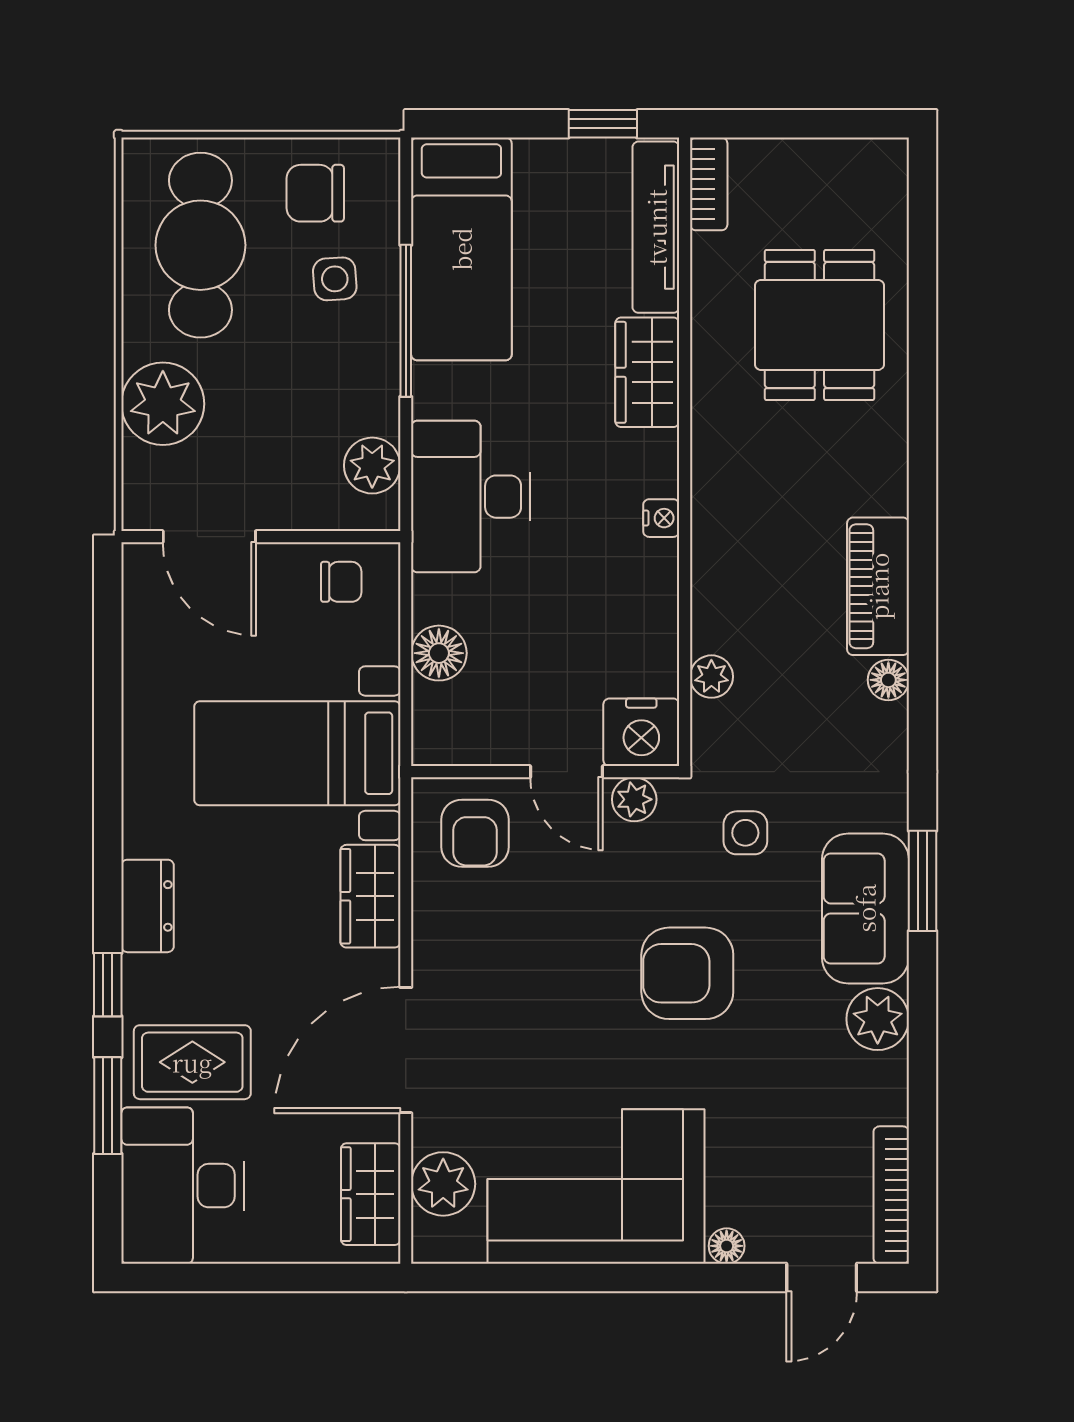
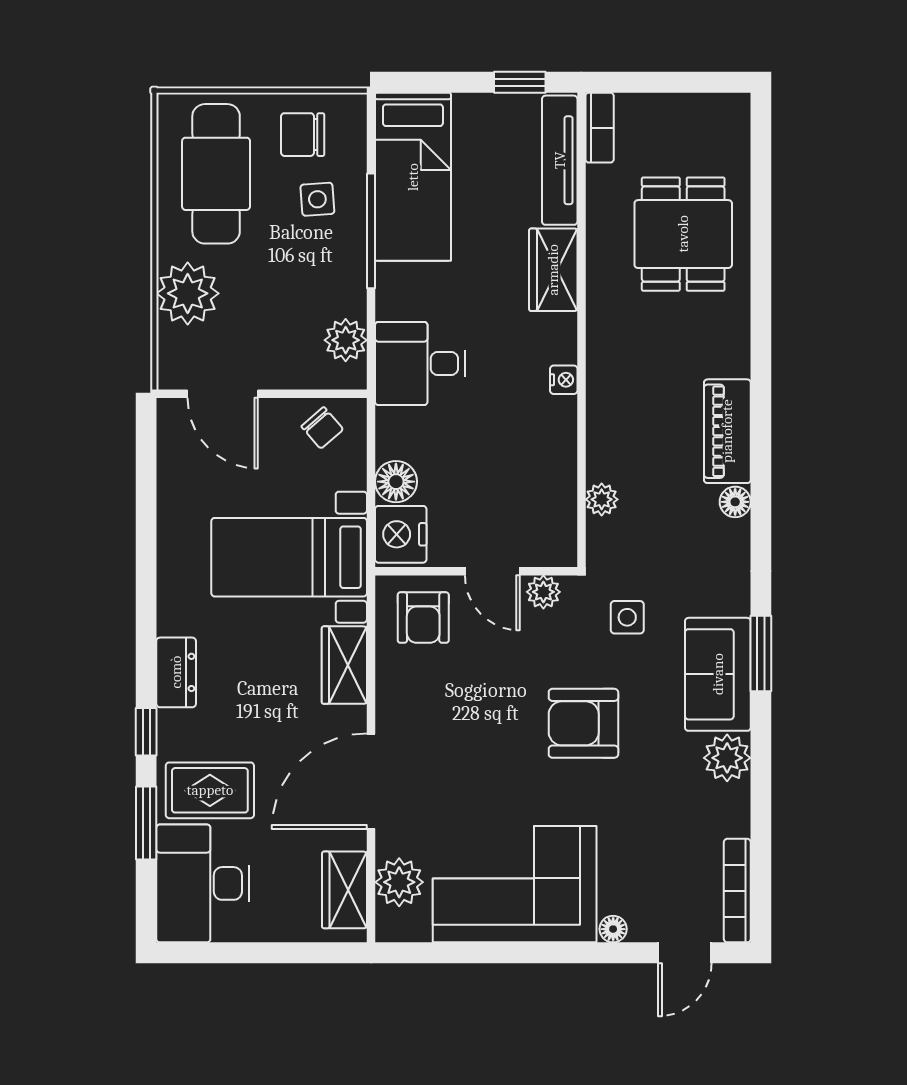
desk: (471, 497) -> (420, 363), width x0.73
chair: (341, 582) -> (322, 428), turned 49
nightstand: (641, 732) -> (401, 534), moved, turned 90

